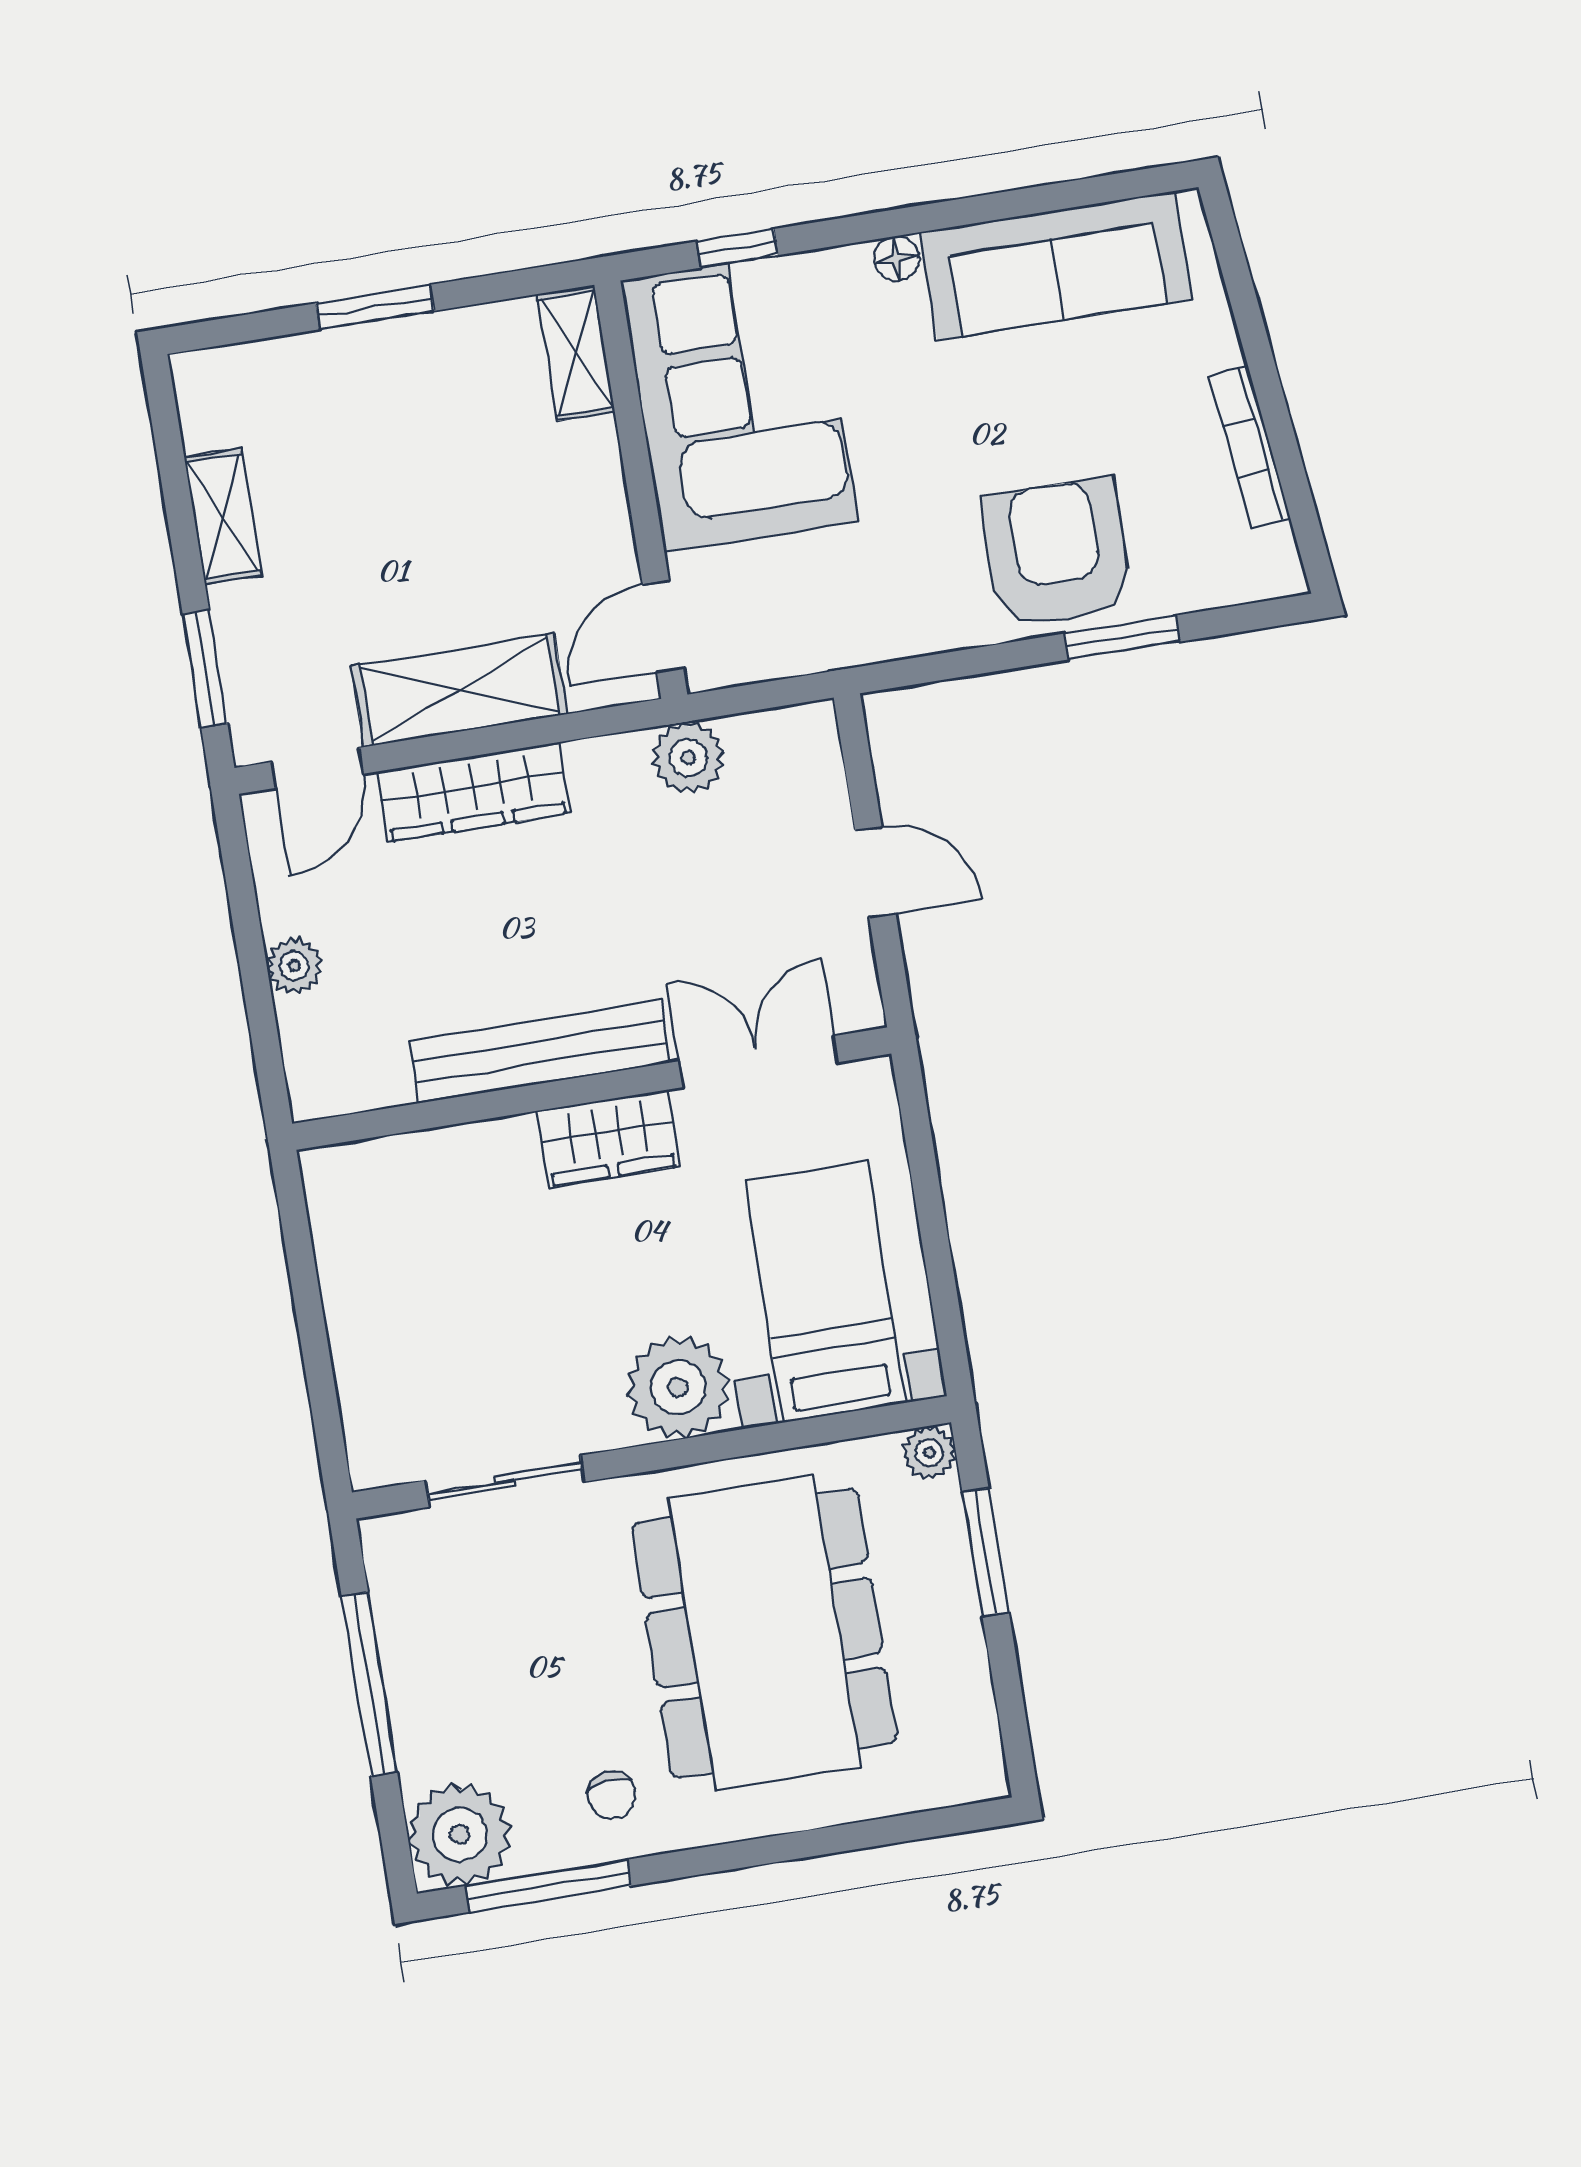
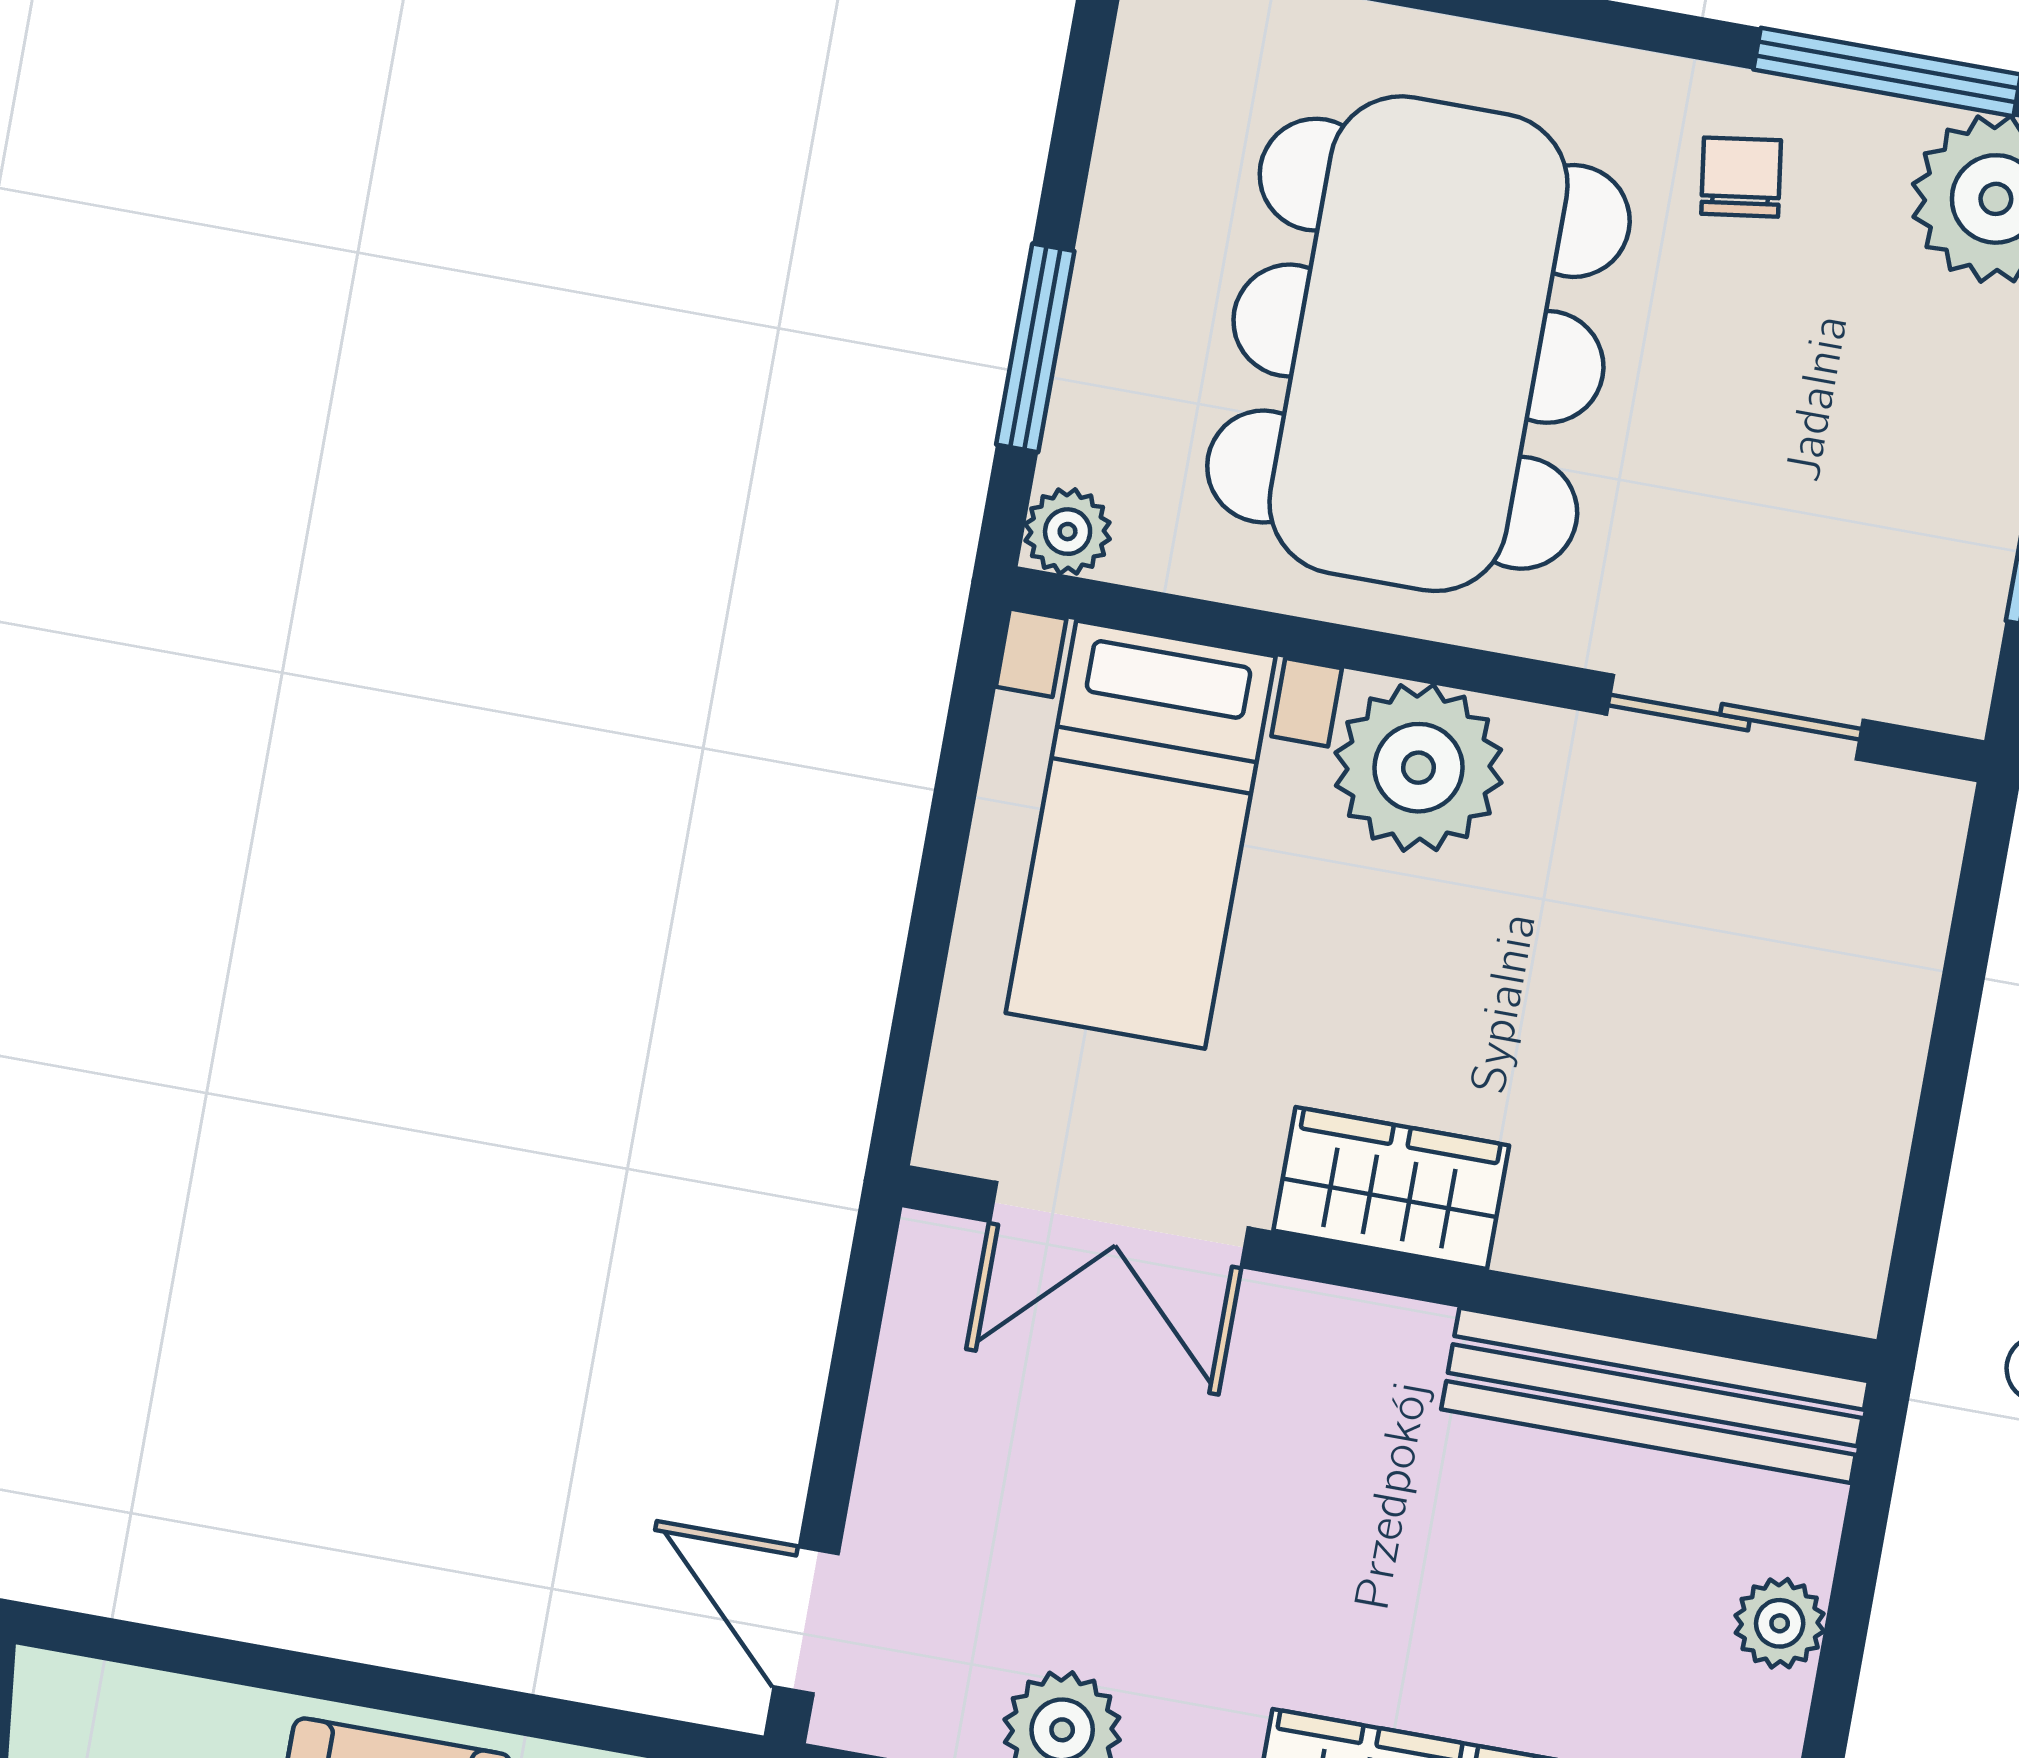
window: (1122, 638) -> (331, 1679), removed
door: (875, 872) -> (806, 1620), moved
bench: (540, 1052) -> (1655, 1395), moved

